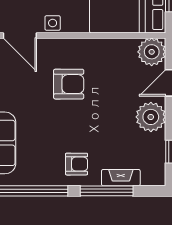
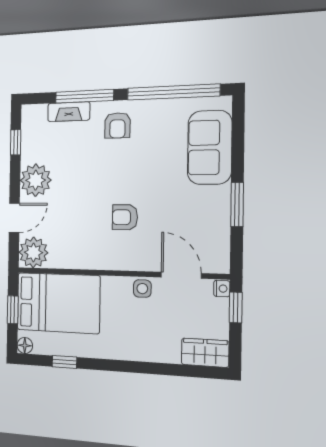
armchair: (69, 84) -> (125, 217), width x0.72, depth x0.72
armchair: (77, 164) -> (117, 125), turned -90

